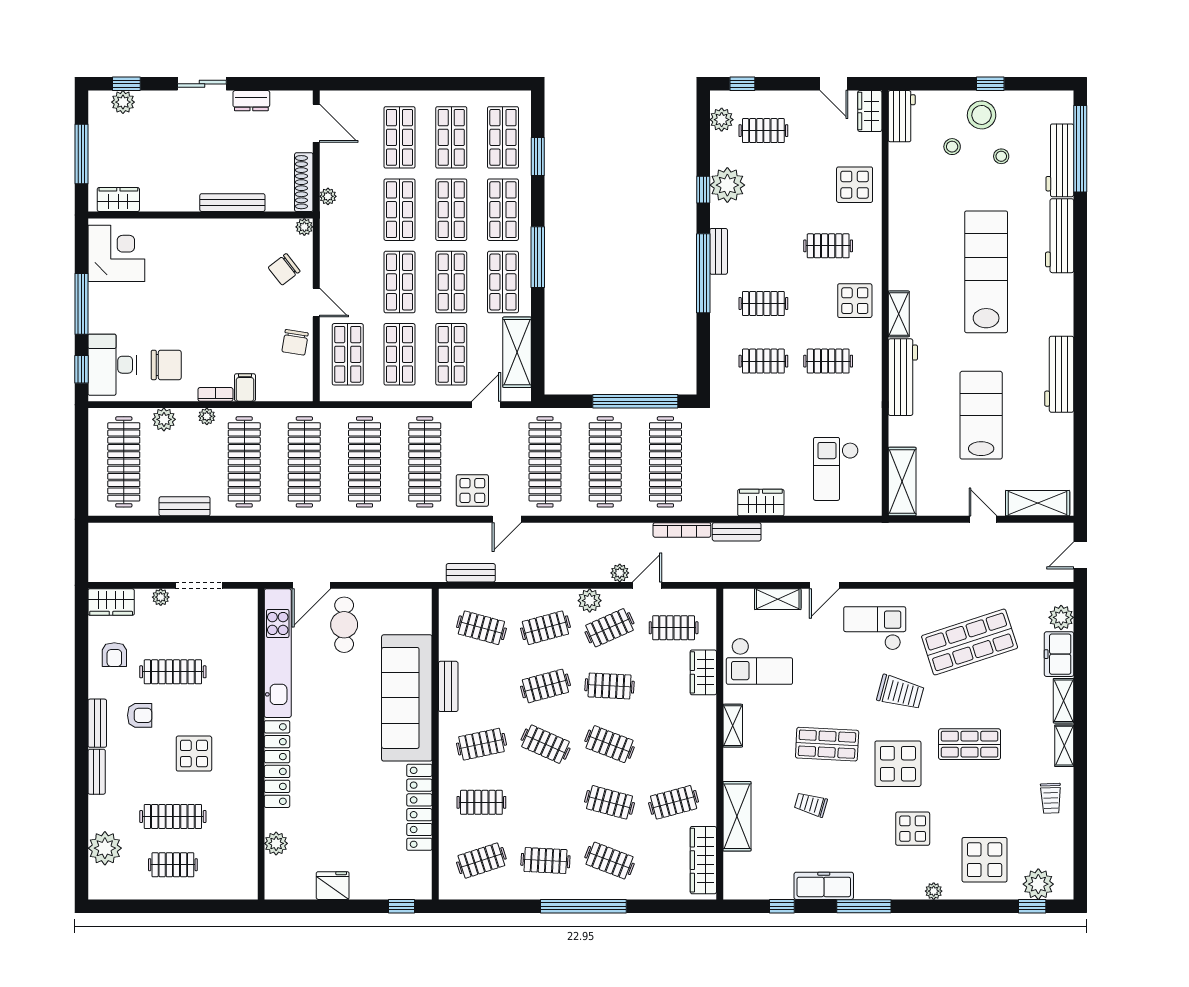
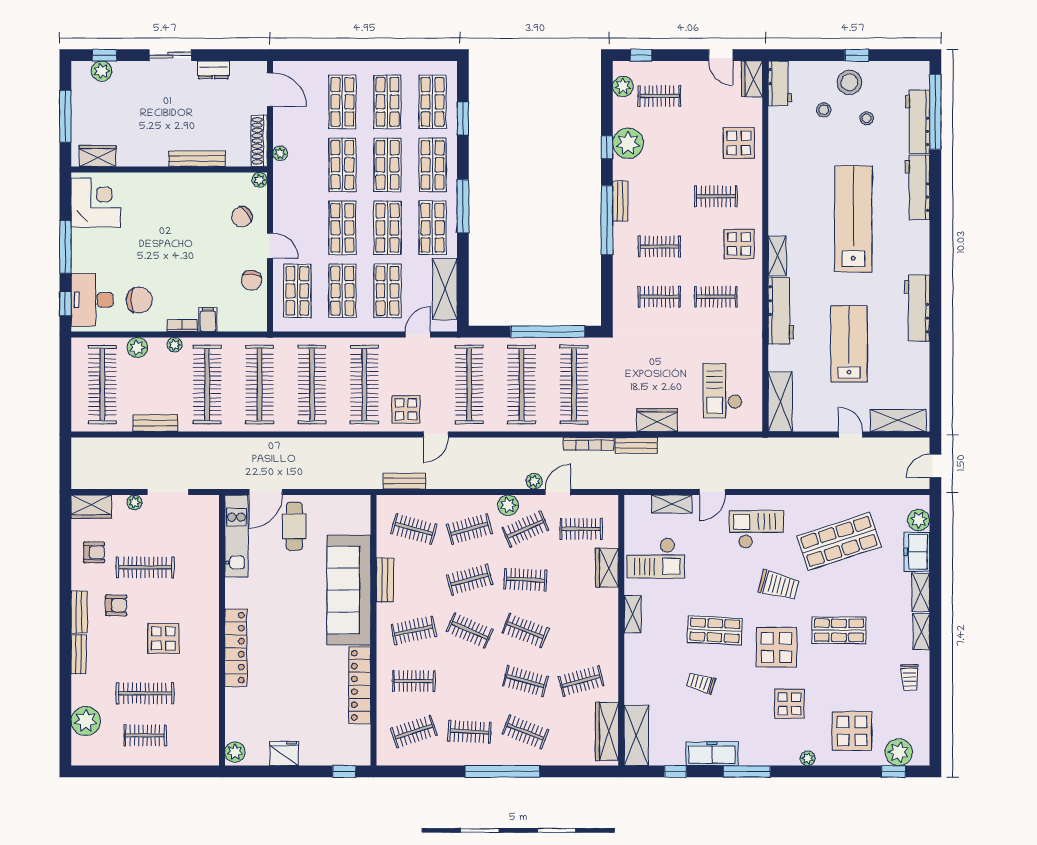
kitchen unit: (278, 653) -> (236, 536), width x0.73
armchair: (114, 655) -> (94, 552), turned -90
shelving: (737, 816) -> (636, 735), moved
plant: (276, 843) -> (235, 752), moved

